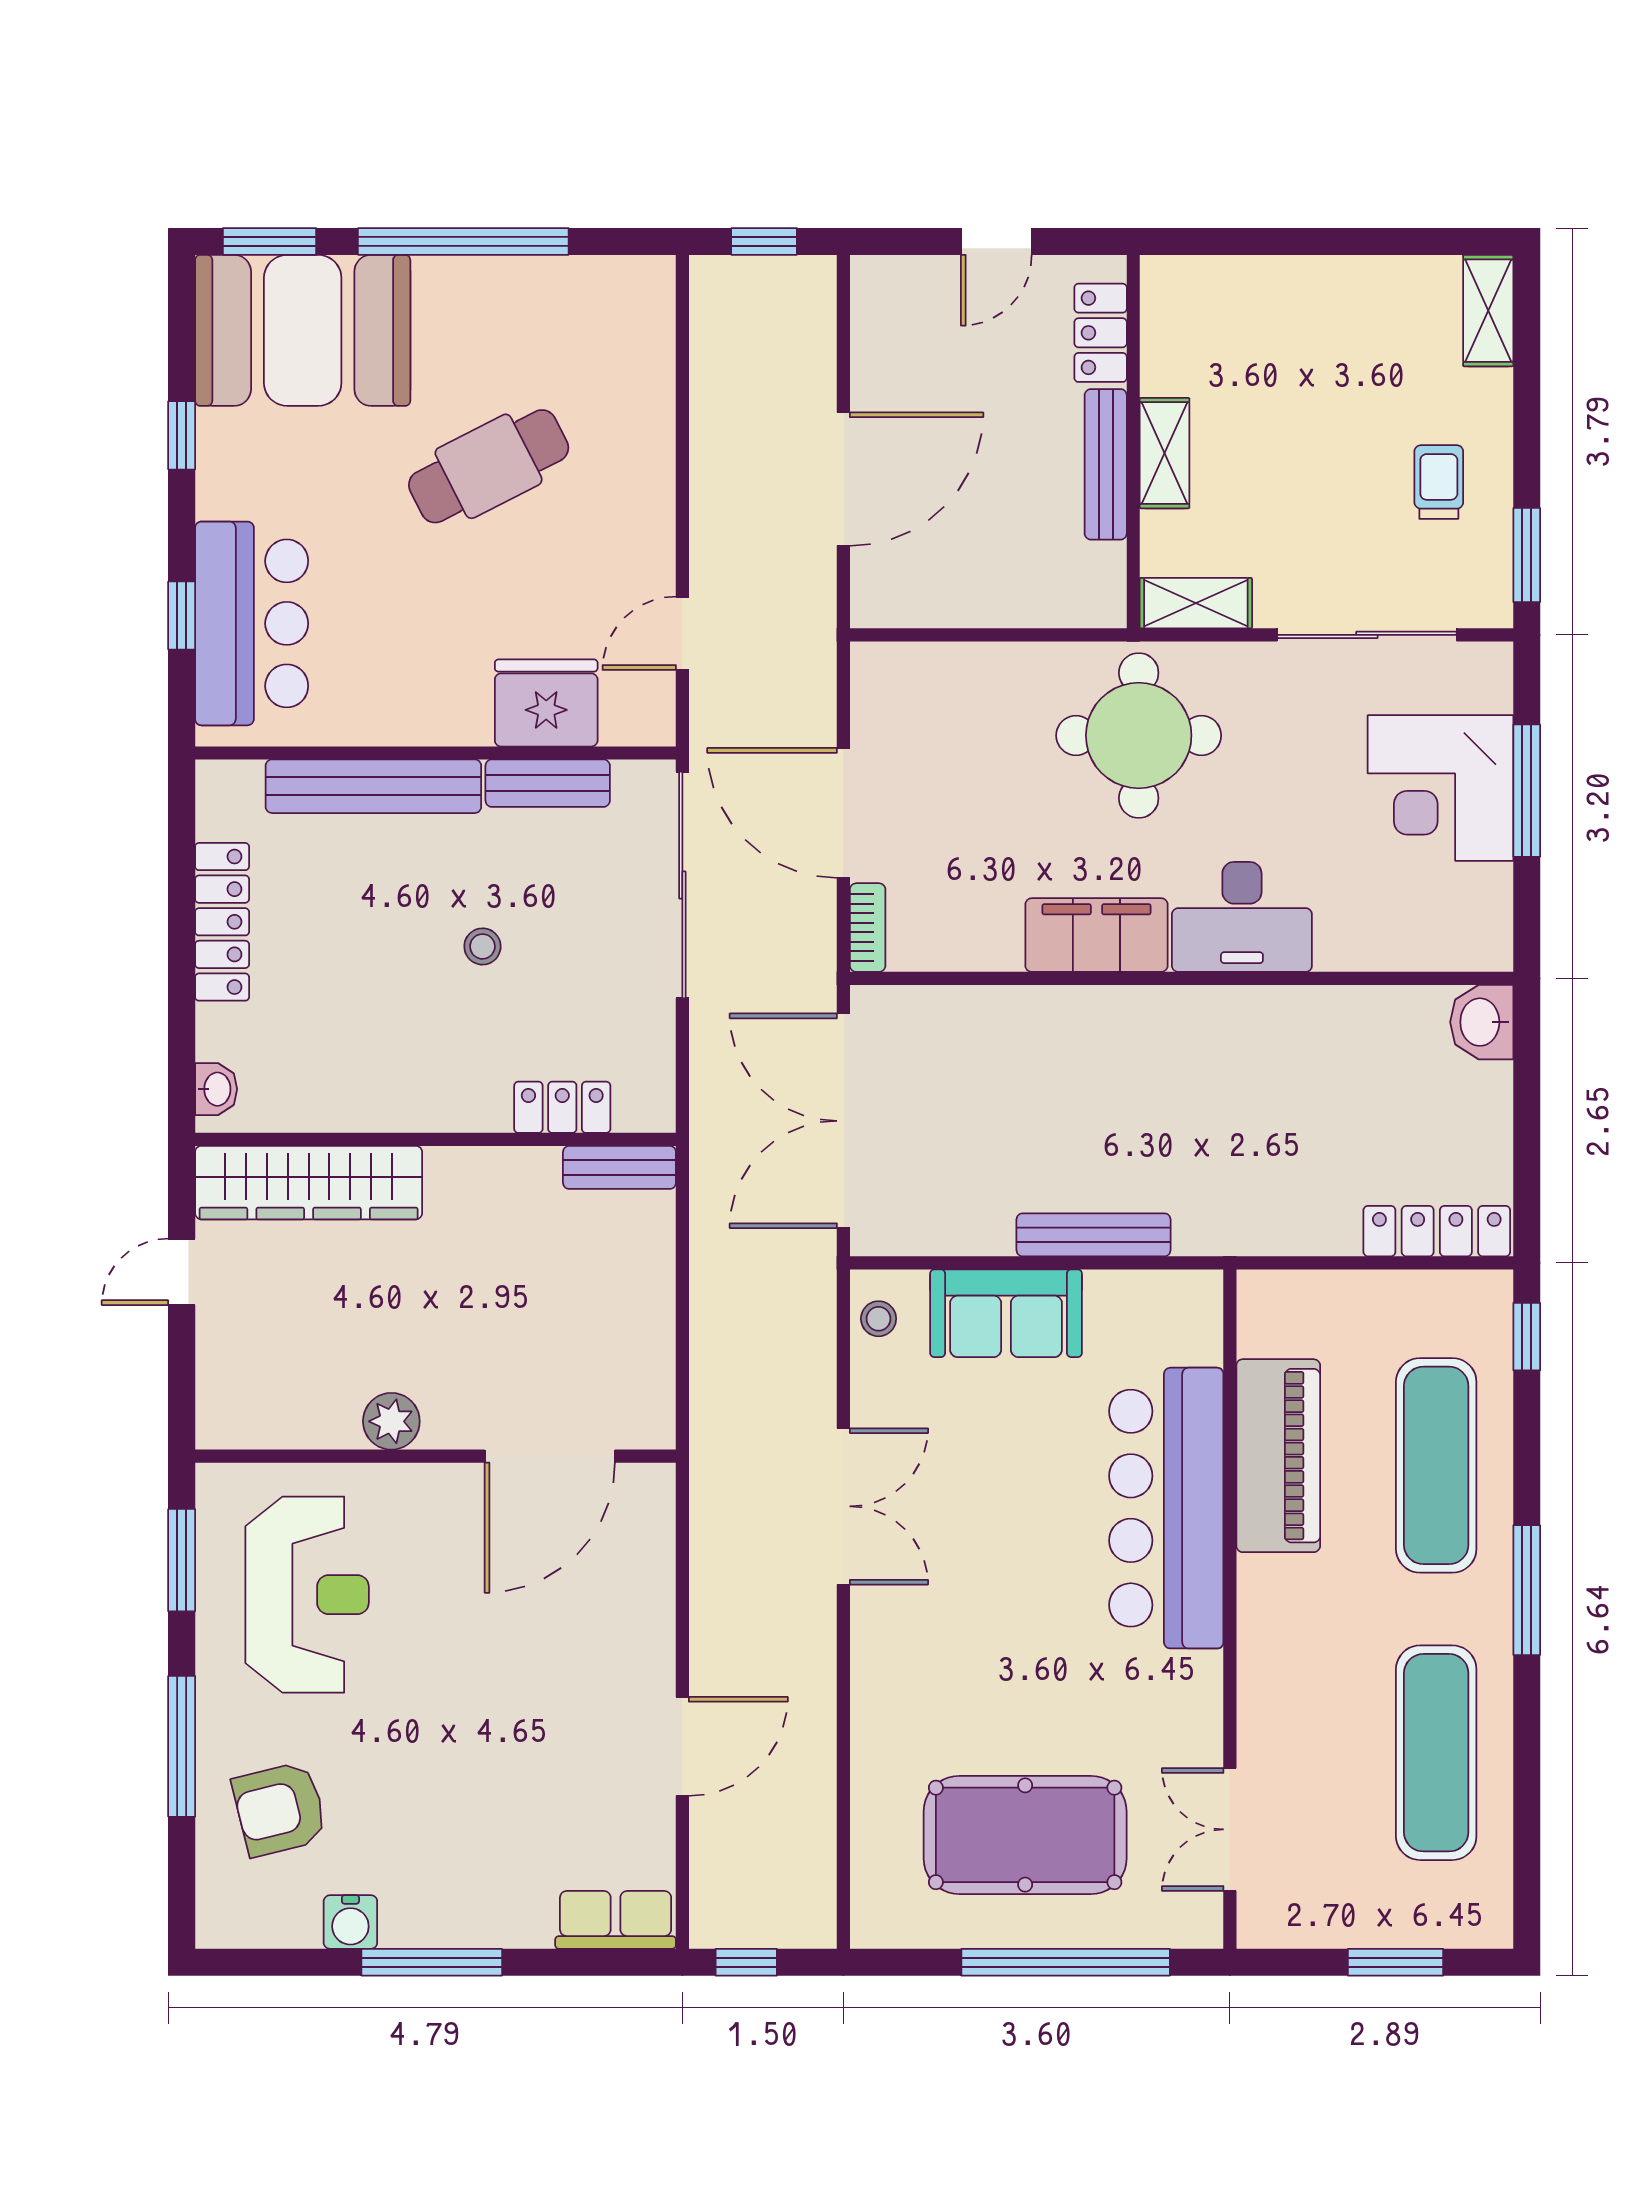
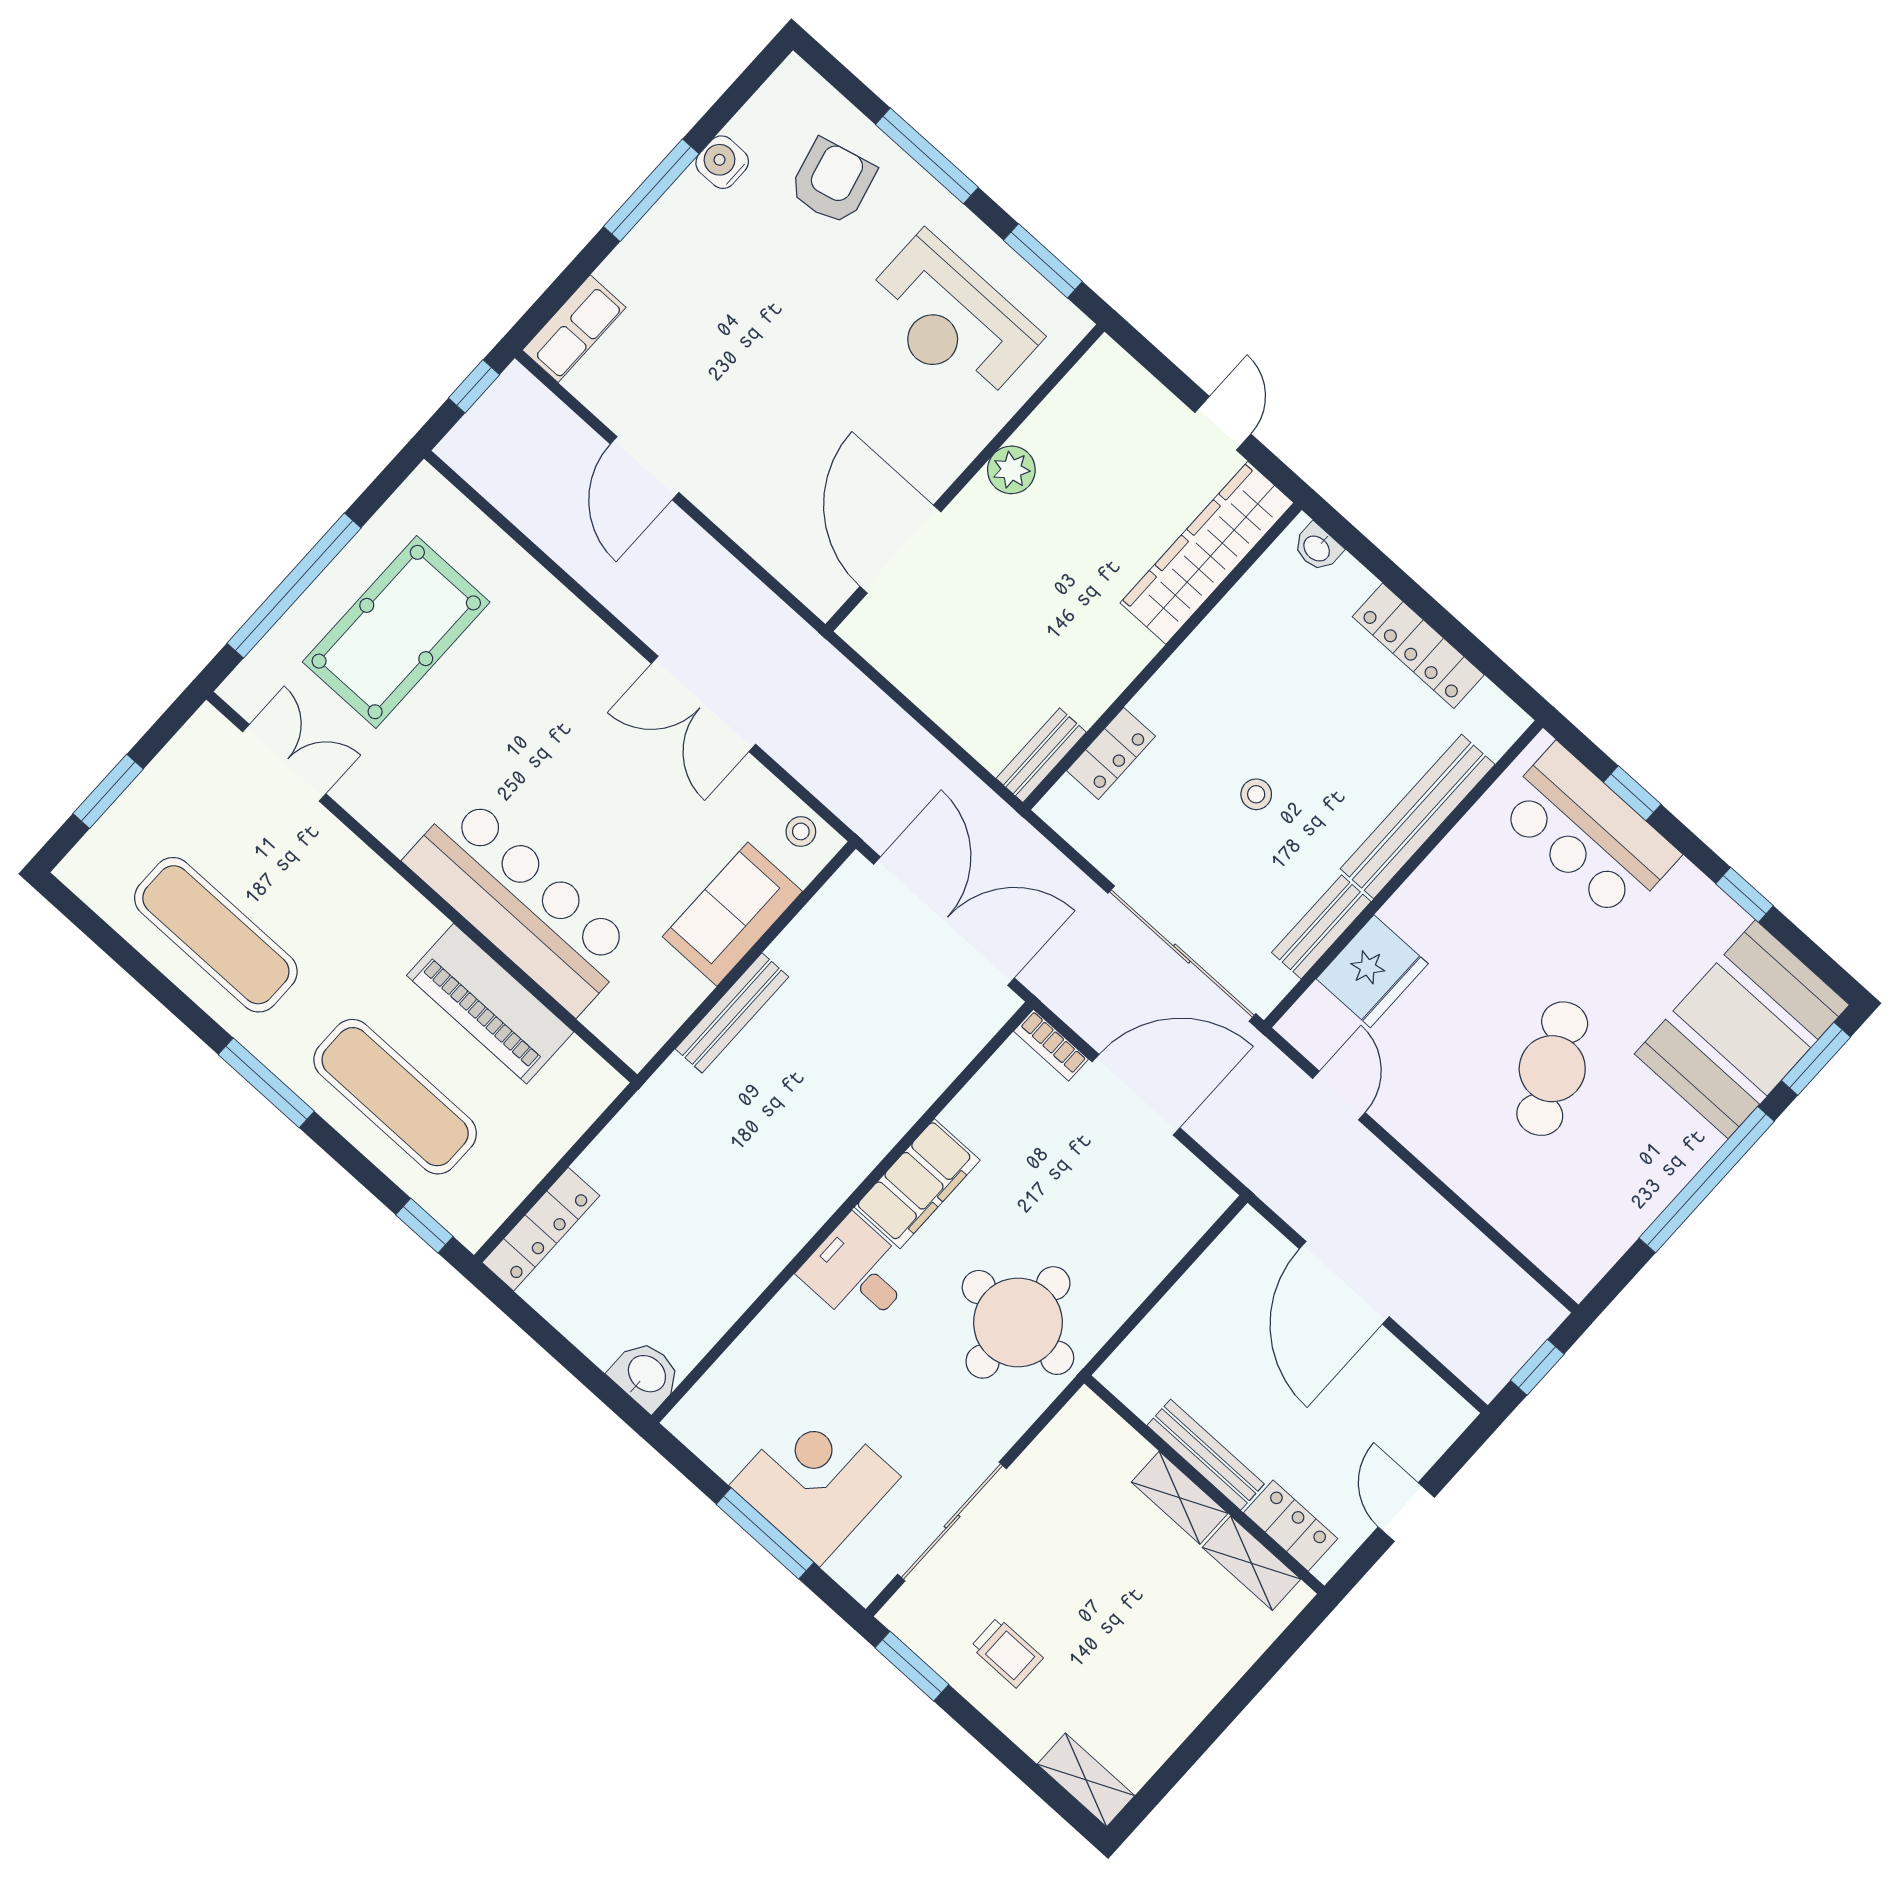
shelving: (1196, 603) -> (1251, 1563), moved, turned 90
desk: (1242, 917) -> (857, 1273), width x0.73

